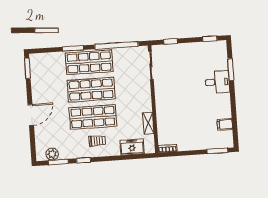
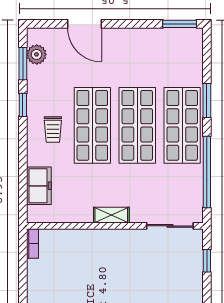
door: (31, 115) -> (84, 24), moved
shelving: (148, 123) -> (111, 215), moved

